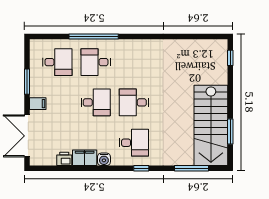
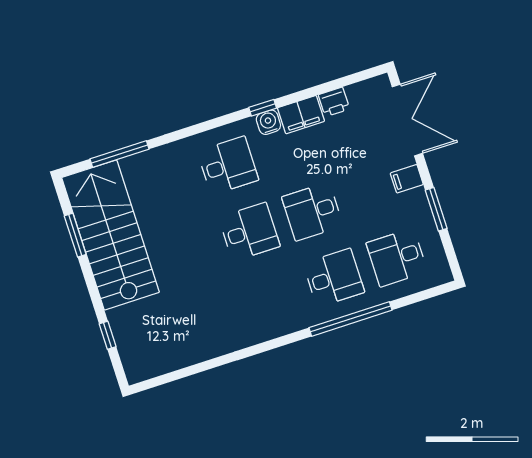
window: (230, 58) -> (108, 335), moved
desk: (134, 143) -> (228, 165), turned 180
window: (141, 168) -> (263, 108), moved

